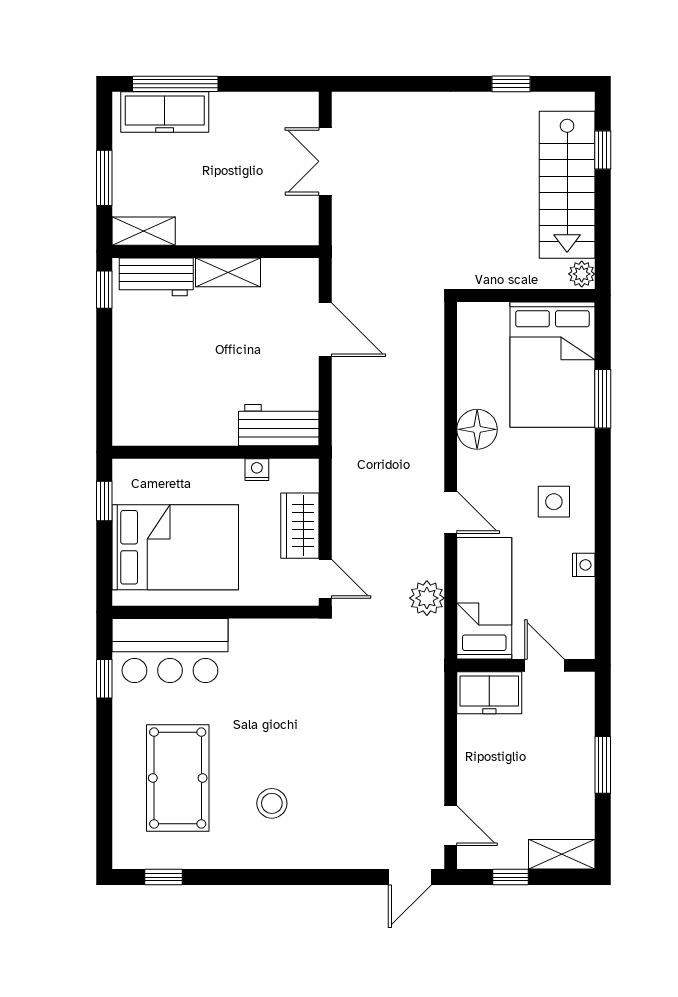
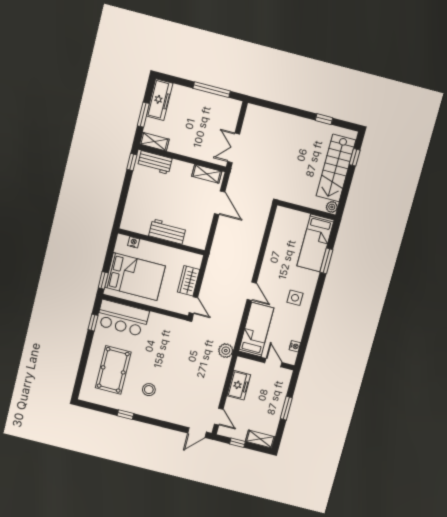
window: (175, 84) -> (212, 90), moved
freezer: (165, 112) -> (160, 100), moved, turned -90
double door: (325, 161) -> (234, 148), moved
shelving: (228, 272) -> (207, 174), moved
bed: (552, 365) -> (315, 243), width x0.67
workbench: (279, 425) -> (167, 231), moved
floor lamp: (477, 429) -> (271, 260), removed
nightstand: (257, 470) -> (134, 242), moved
window: (104, 501) -> (103, 280), moved
nightstand: (584, 565) -> (295, 346), moved
plant: (427, 598) -> (226, 351), moved
freezer: (489, 693) -> (239, 385), moved, turned -90
window: (164, 877) -> (125, 415), moved

